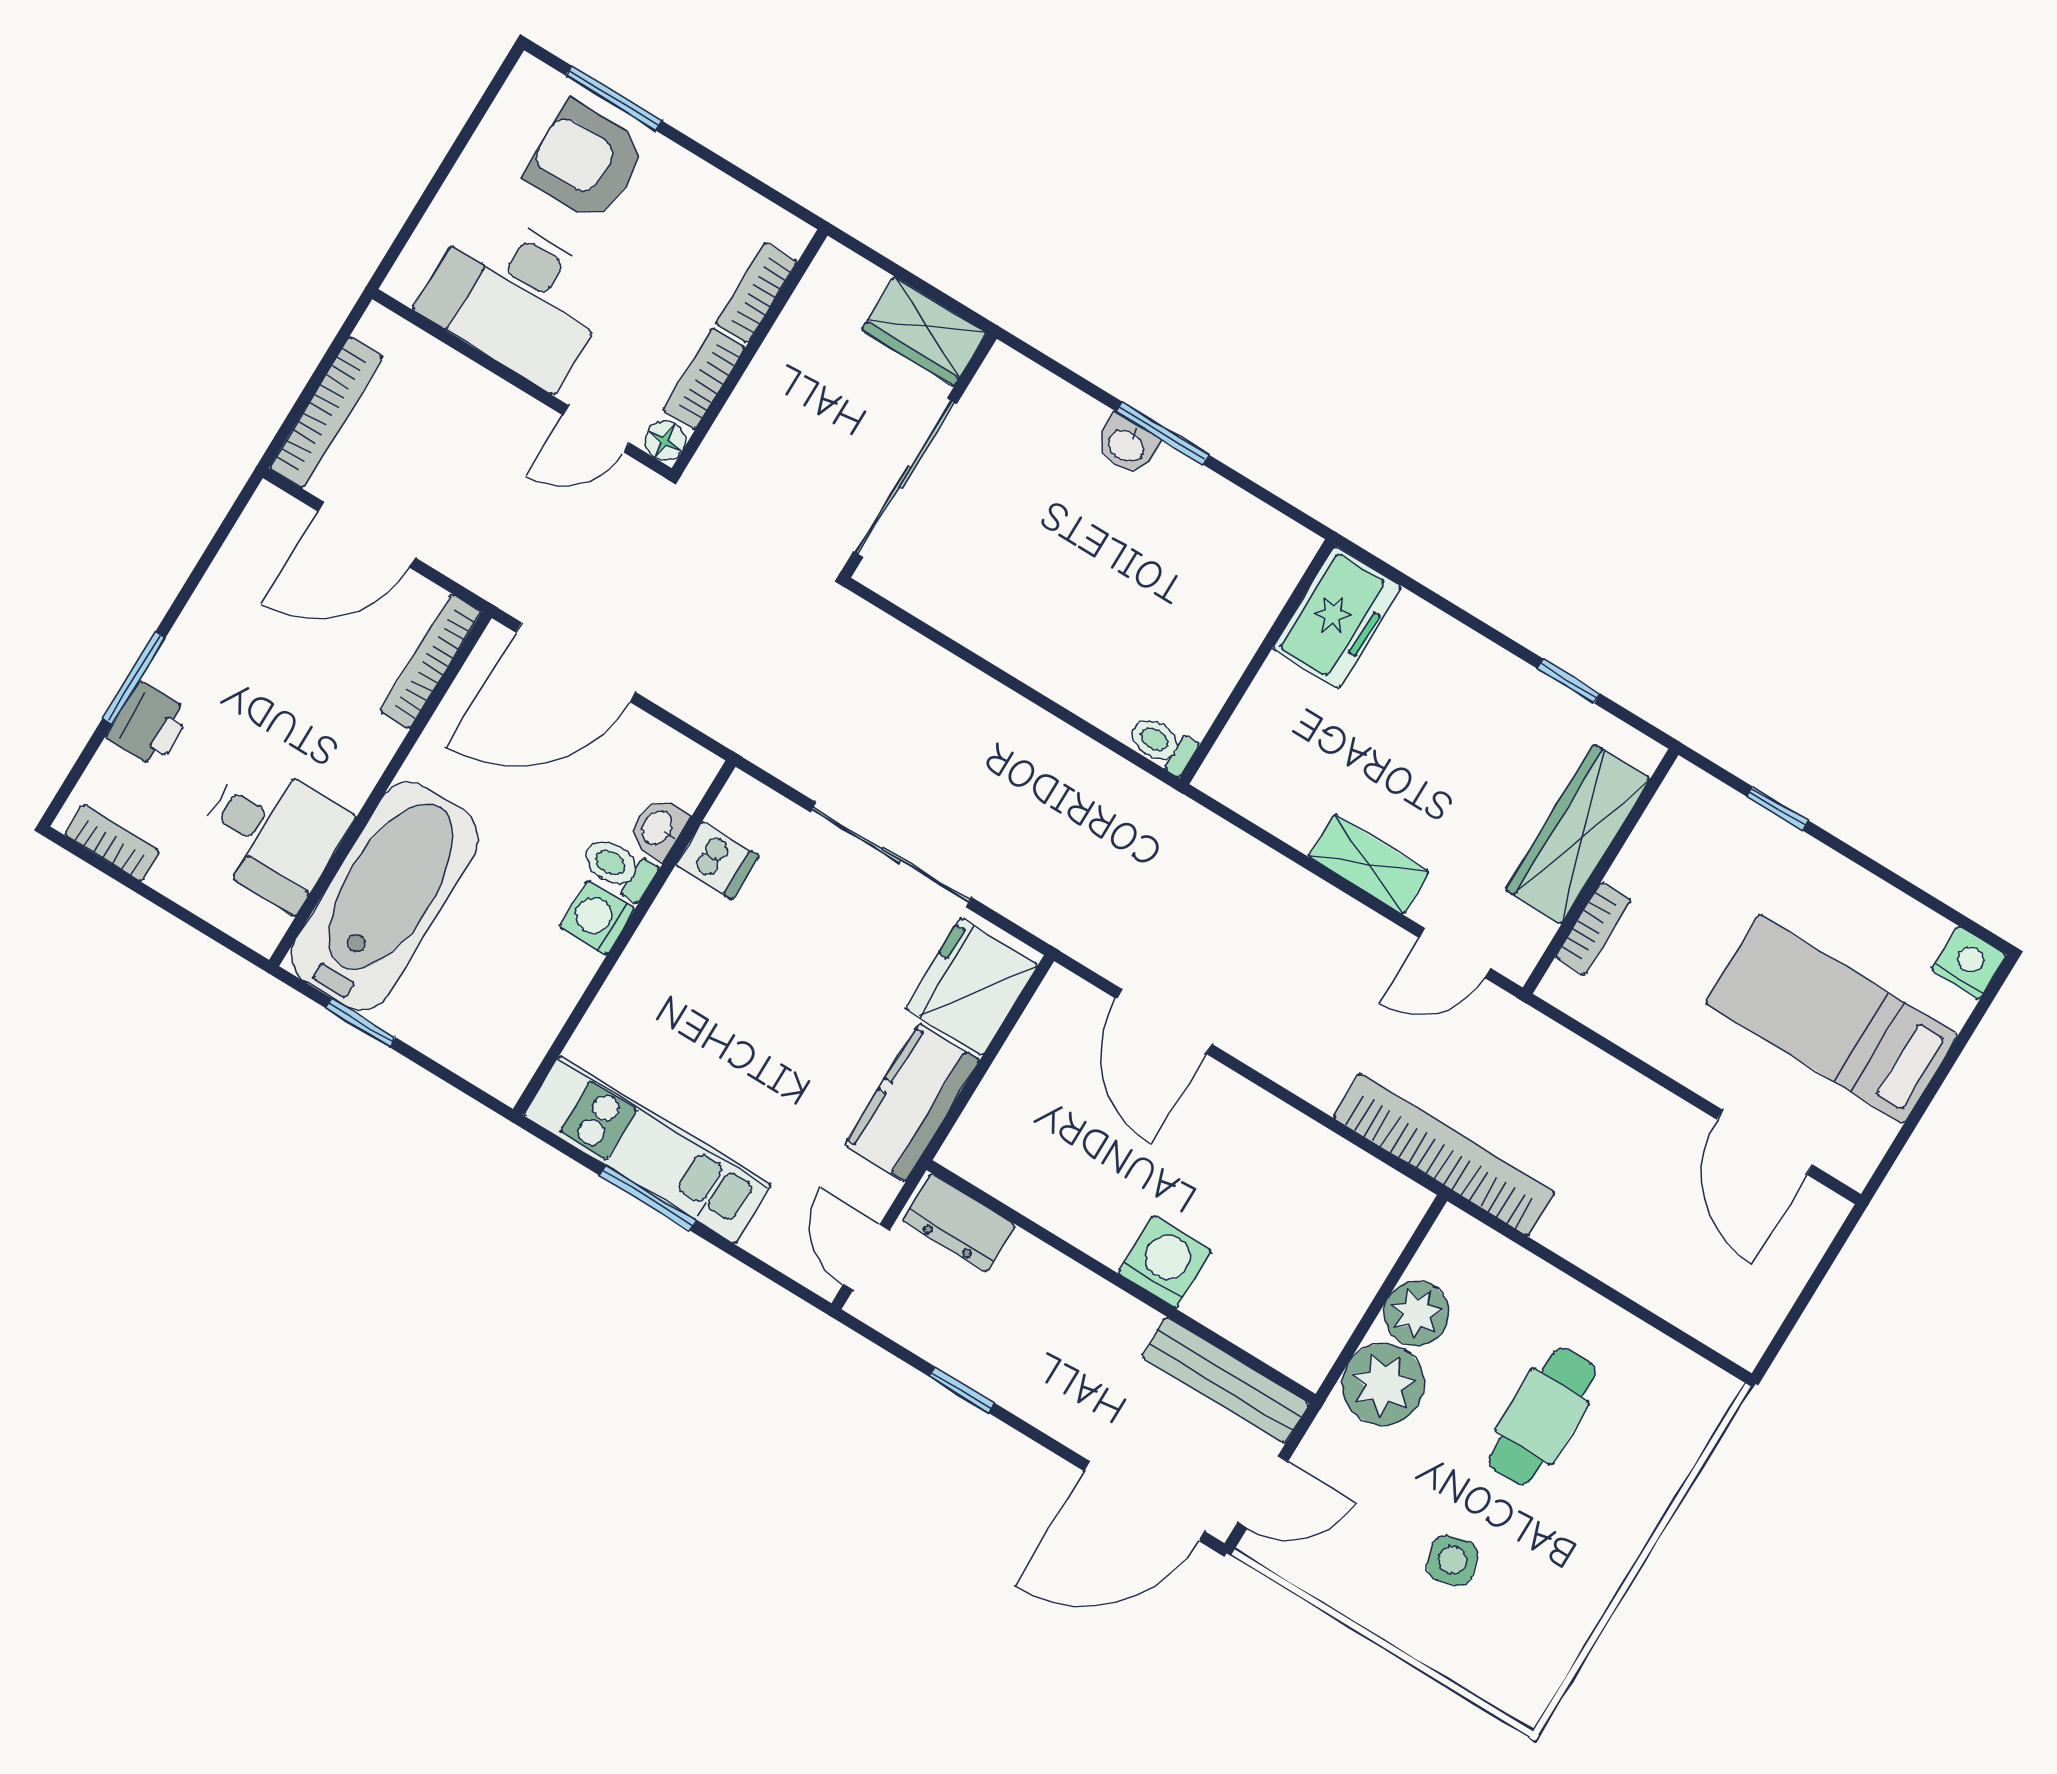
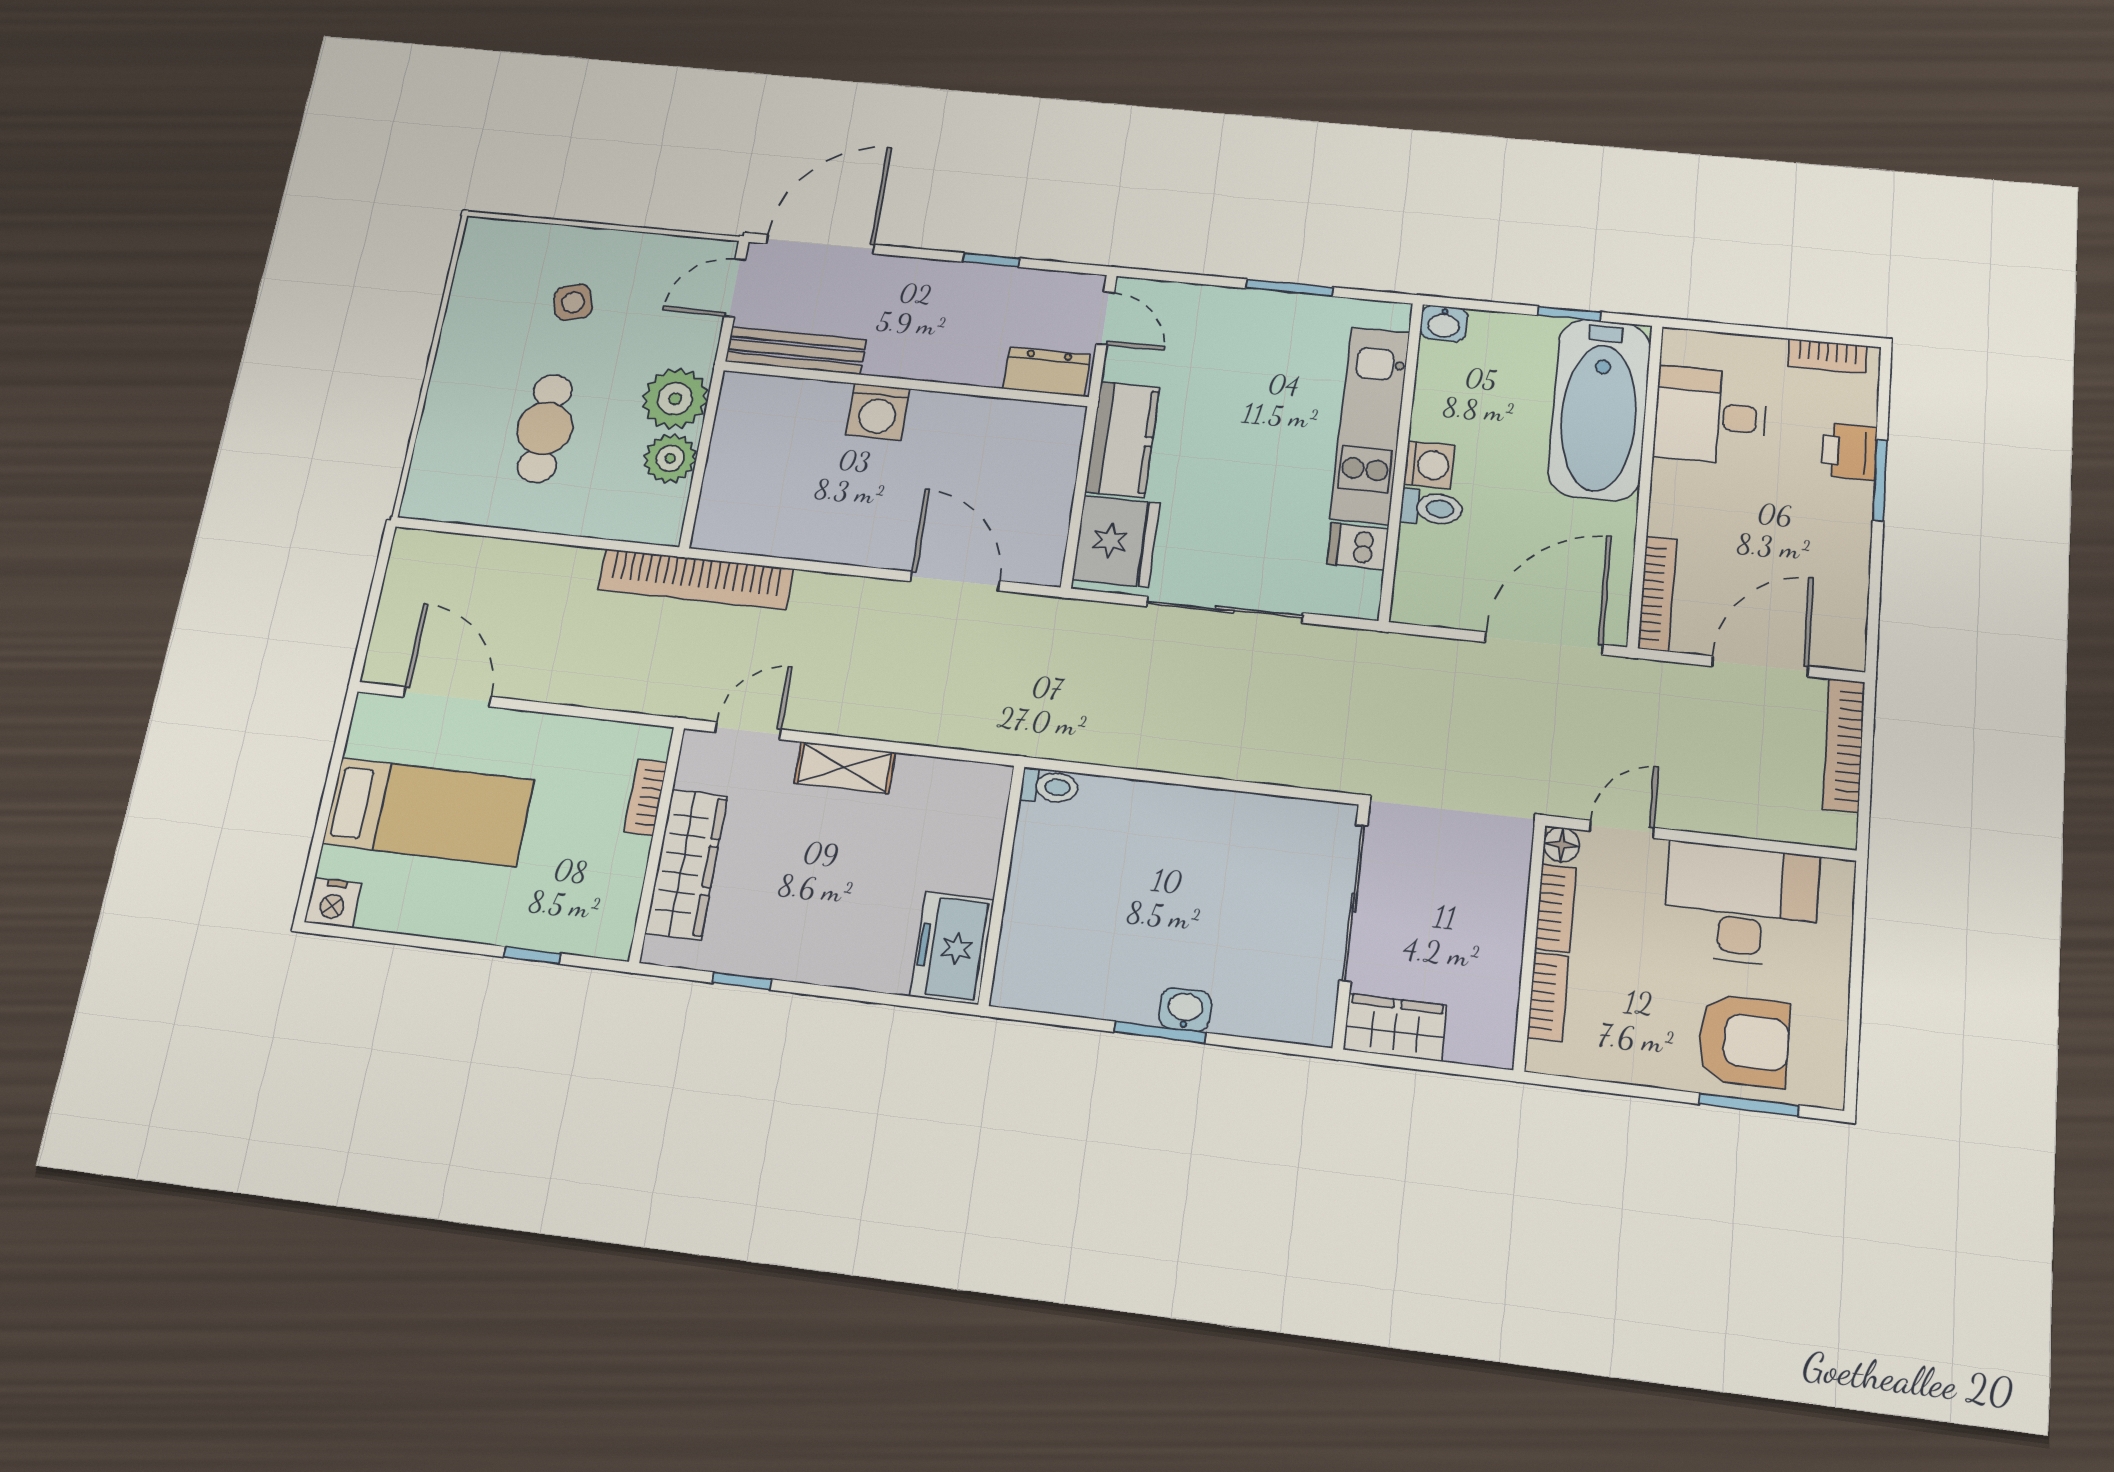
washbasin: (658, 828) -> (1444, 323), moved, turned 90
kitchen unit: (647, 1150) -> (1370, 425), moved, turned 90

